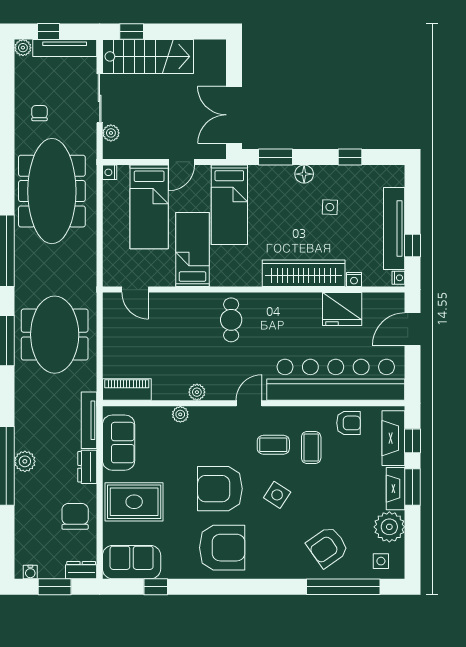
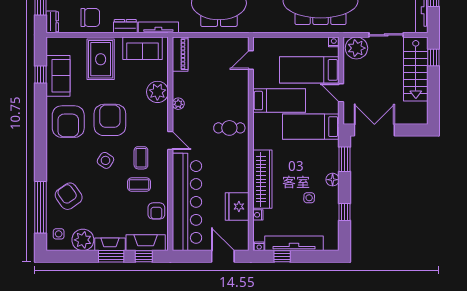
plant: (111, 133) -> (356, 48), width x1.87, depth x1.87
plant: (180, 414) -> (157, 92), width x1.87, depth x1.87
sofa: (132, 562) -> (58, 76), moved

